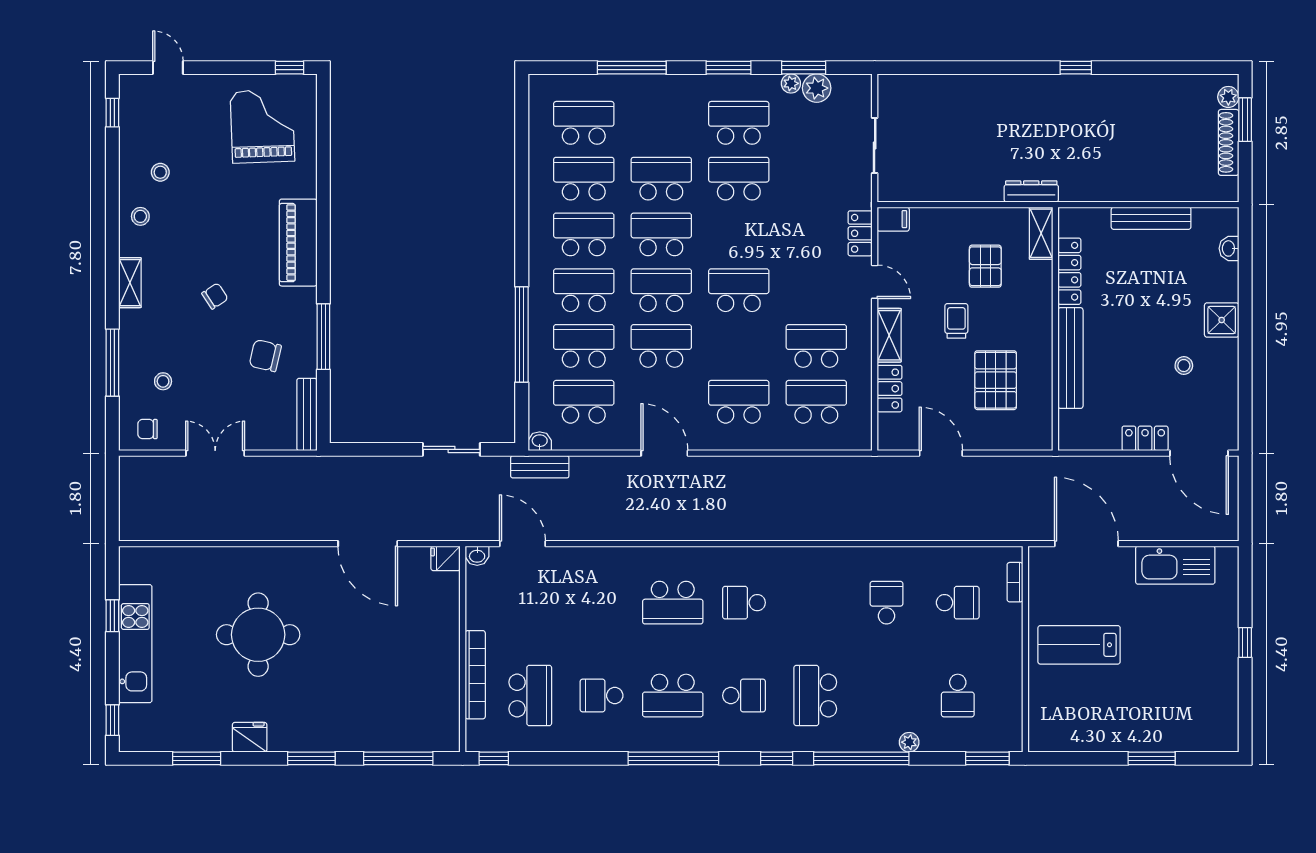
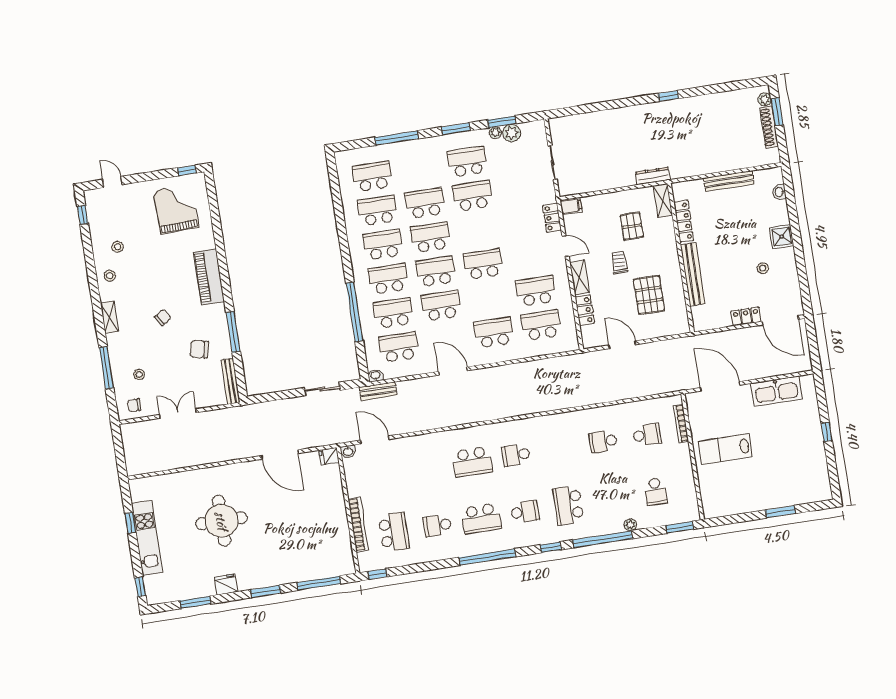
bookcase: (1015, 582) -> (681, 424), width x1.56
school desk: (886, 603) -> (603, 441), turned -90

